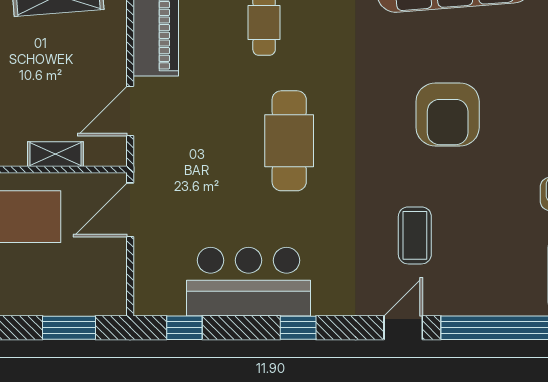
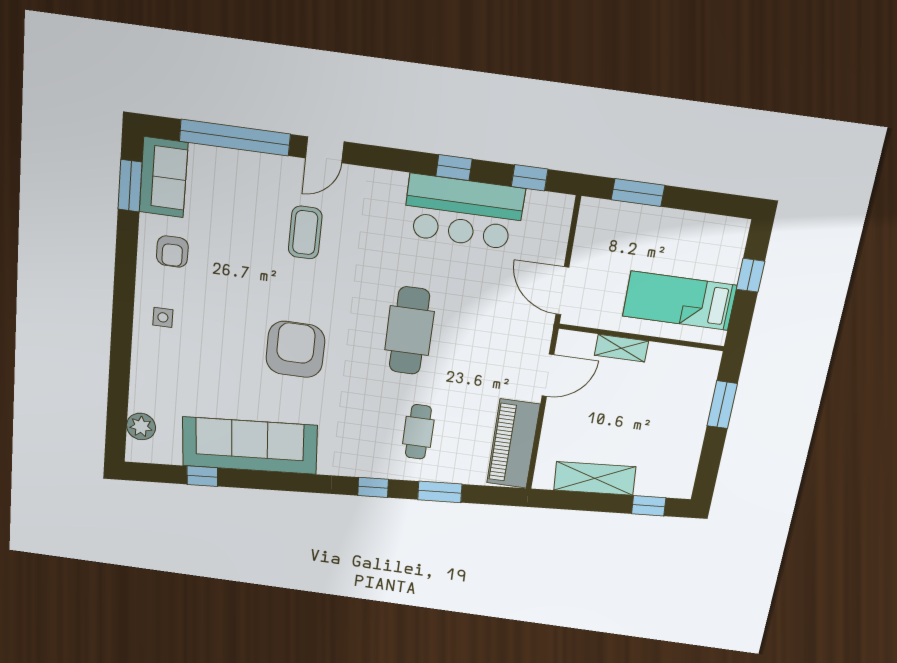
armchair: (448, 114) -> (295, 349), moved
door: (130, 210) -> (562, 291), swing flipped
window: (298, 328) -> (454, 167), moved

